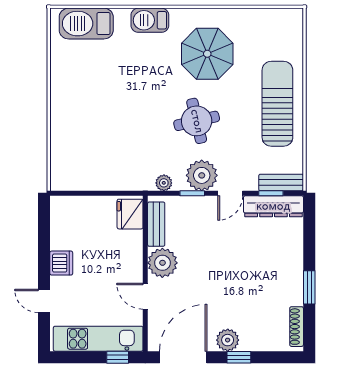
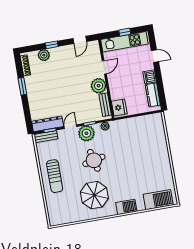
sun lounger: (277, 104) -> (55, 176), width x0.73, depth x0.75
kitchen counter: (61, 227) -> (153, 95), added
door: (145, 296) -> (104, 67), hinge flipped
plant: (228, 340) -> (44, 55), moved
window: (118, 357) -> (125, 32), moved
door: (183, 357) -> (80, 40), width x0.53

